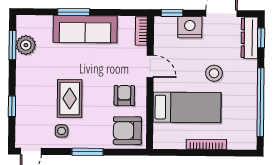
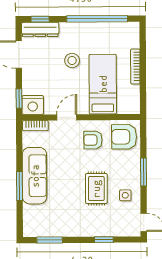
nightstand: (190, 27) -> (33, 105), moved, turned -90
plant: (26, 45) -> (49, 228), removed
rug: (70, 99) -> (96, 189), turned 90
armchair: (127, 131) -> (124, 137), turned 90

